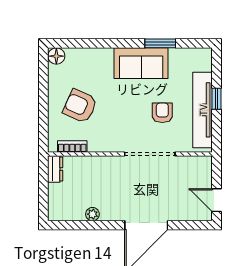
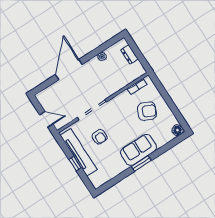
window: (160, 43) -> (141, 163), moved
sofa: (141, 63) -> (139, 150), moved
dresser: (55, 169) -> (130, 54), moved
door: (217, 200) -> (46, 119), moved

